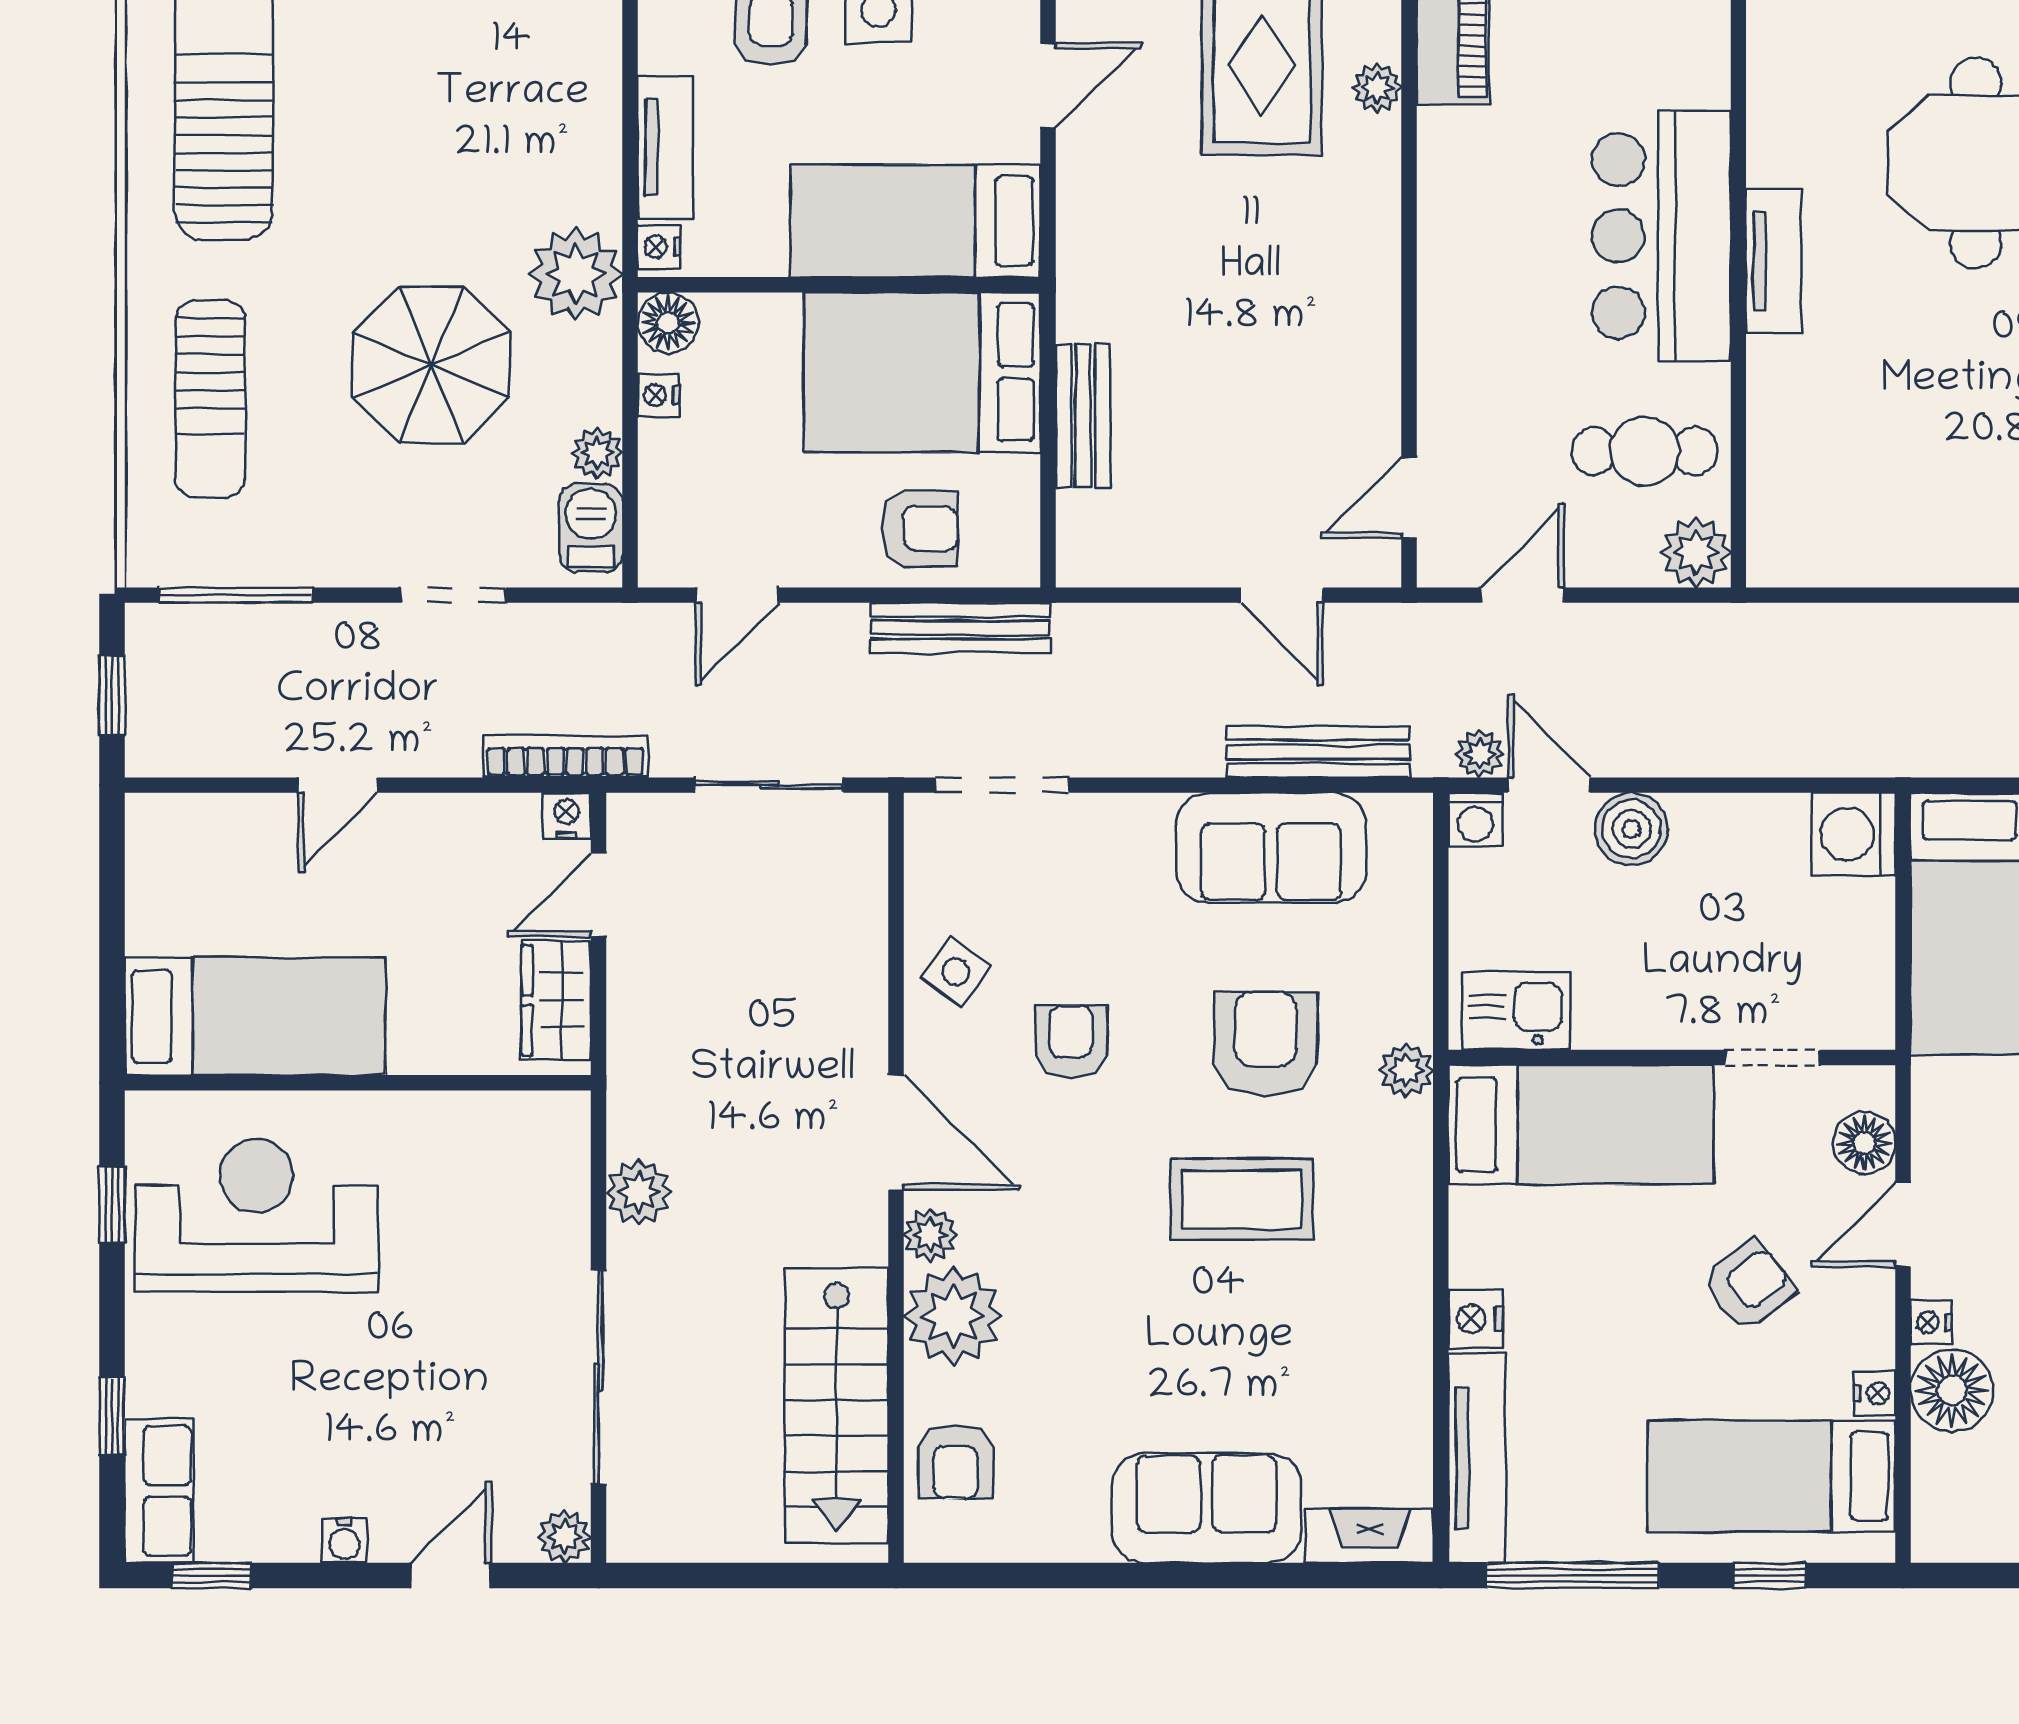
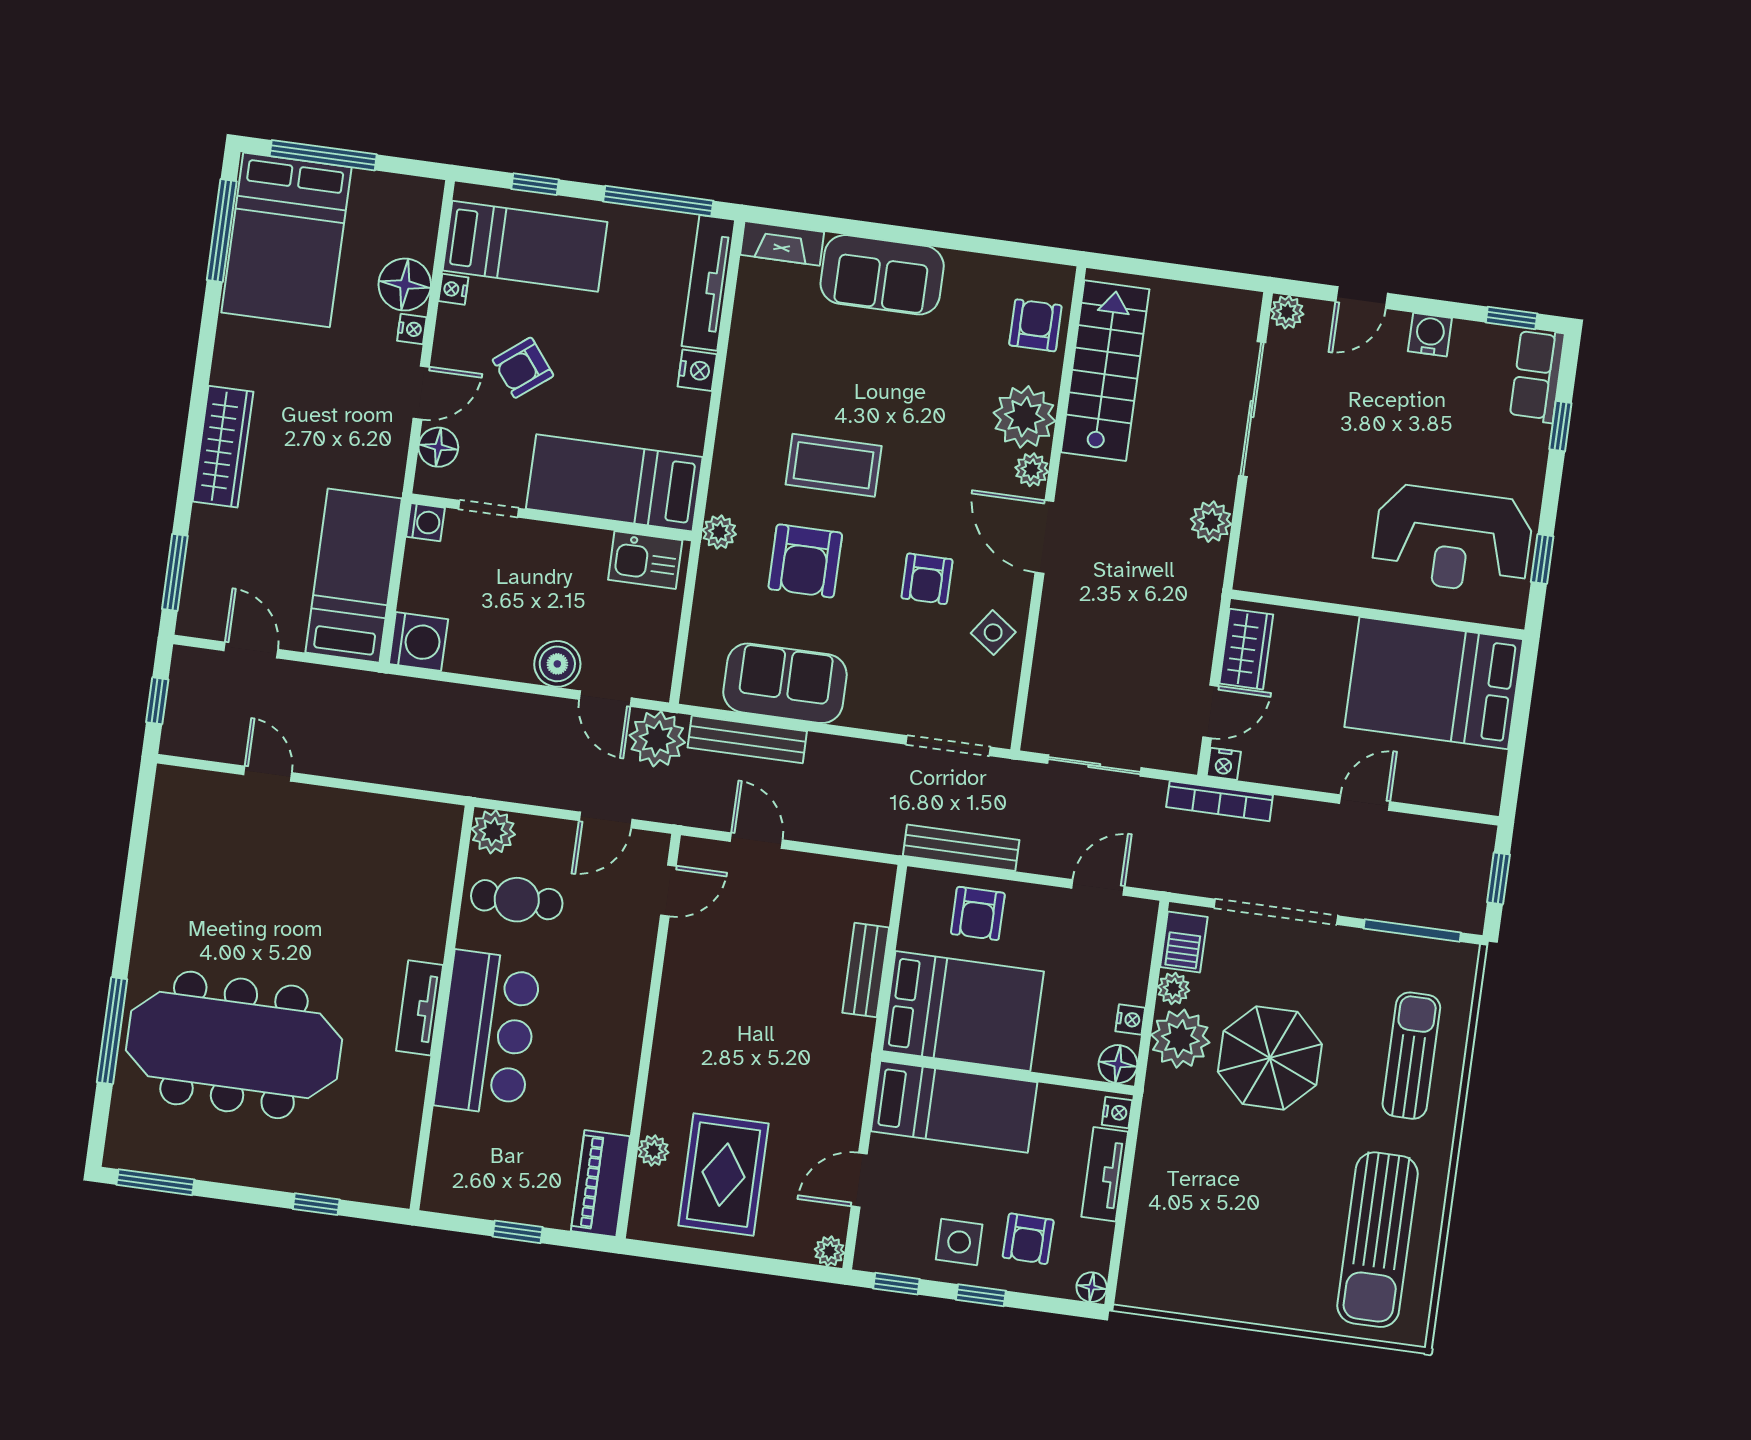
plant: (576, 274) -> (1180, 1039), moved
armchair: (920, 529) -> (978, 913), turned -90
doorway: (453, 595) -> (1276, 912), width x1.88
plant: (1480, 754) -> (657, 739), width x1.87, depth x1.87
washing machine: (1475, 820) -> (426, 522), moved, turned 90
bed: (255, 1016) -> (1434, 683), width x1.50
water cooler: (344, 1541) -> (1430, 335), width x1.38, depth x1.38

